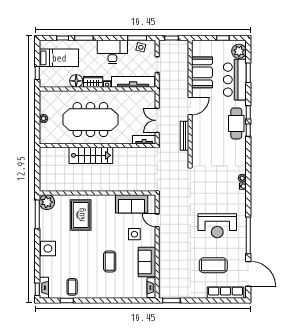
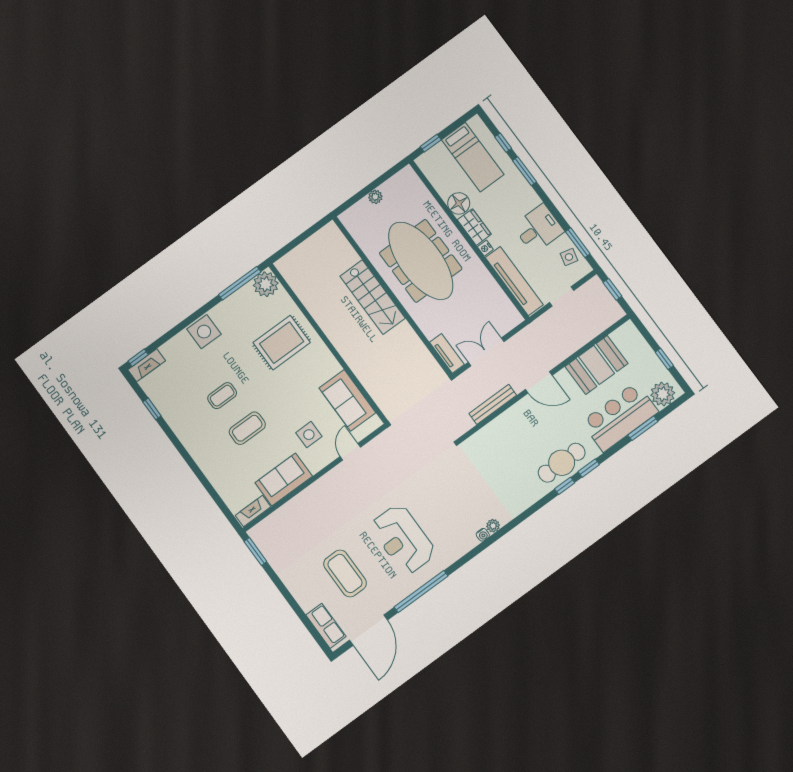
desk: (112, 52) -> (538, 229), width x0.73
coffee table: (72, 287) -> (222, 396), moved
row of seats: (226, 293) -> (326, 626), width x0.68

